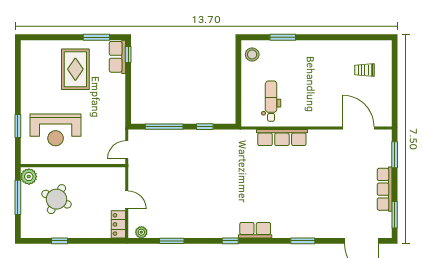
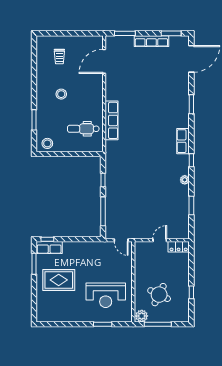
stool: (316, 72) -> (61, 94), added
reception desk: (56, 130) -> (106, 295), turned 90
plant: (141, 232) -> (185, 180), moved

